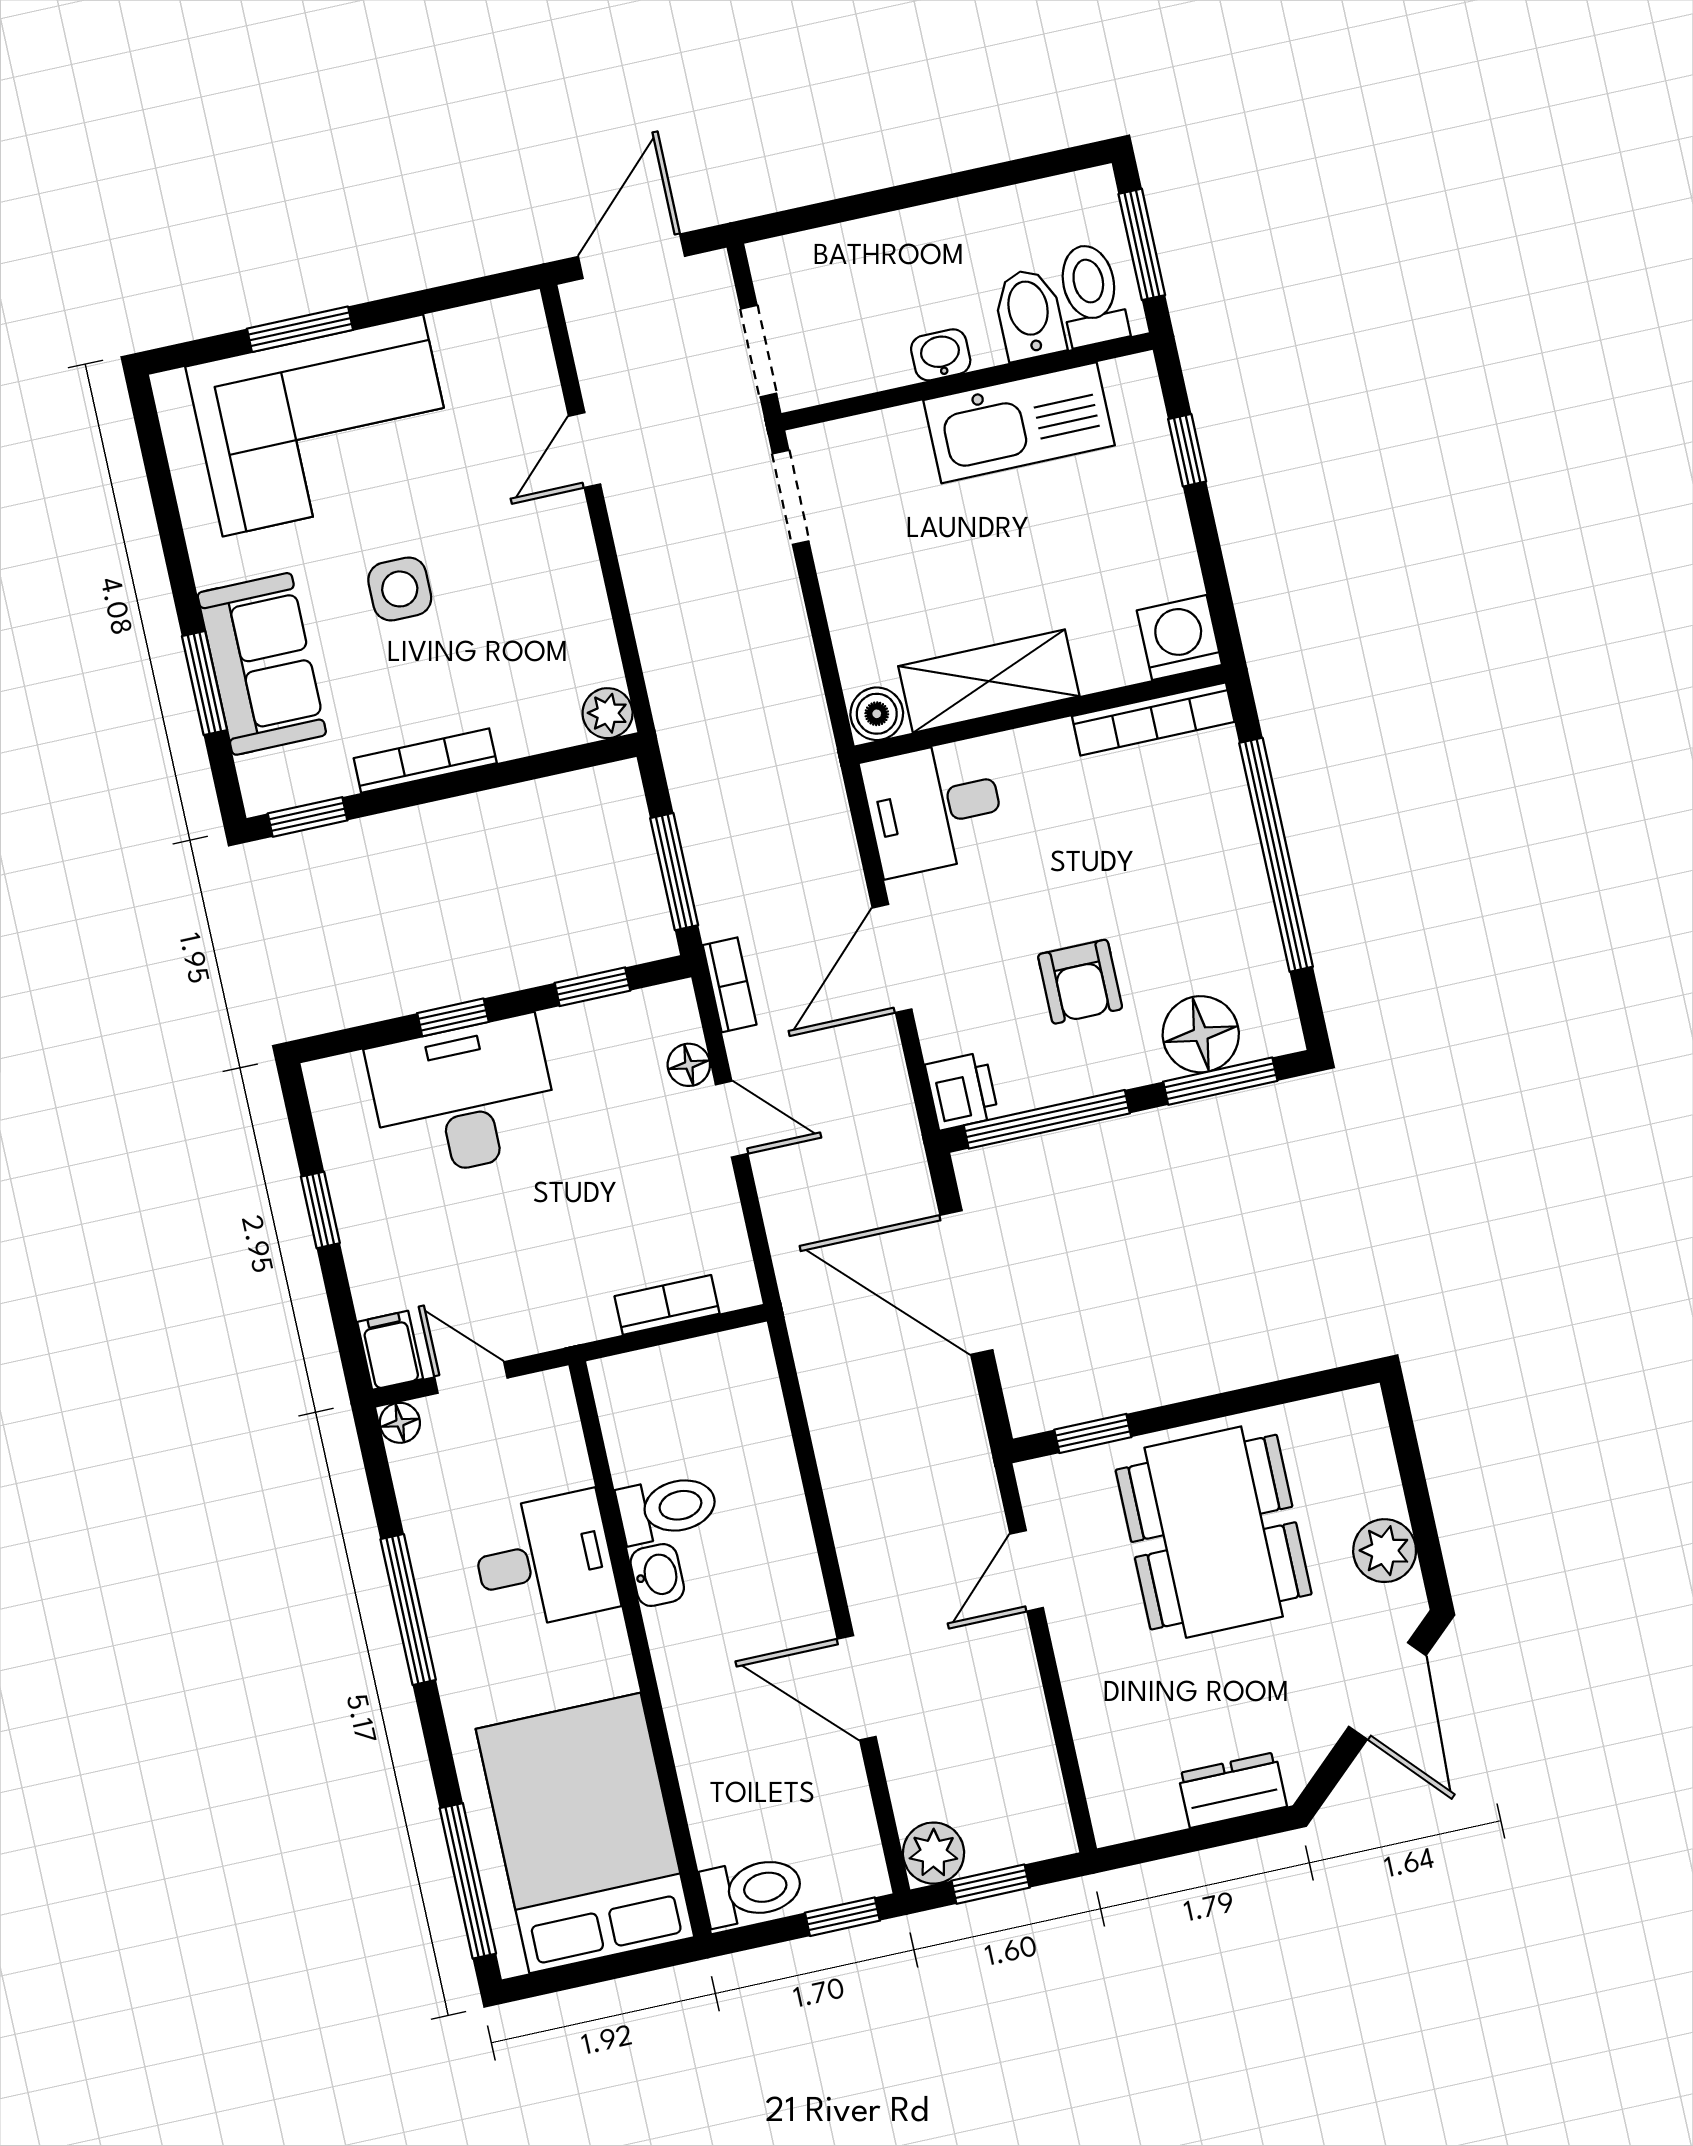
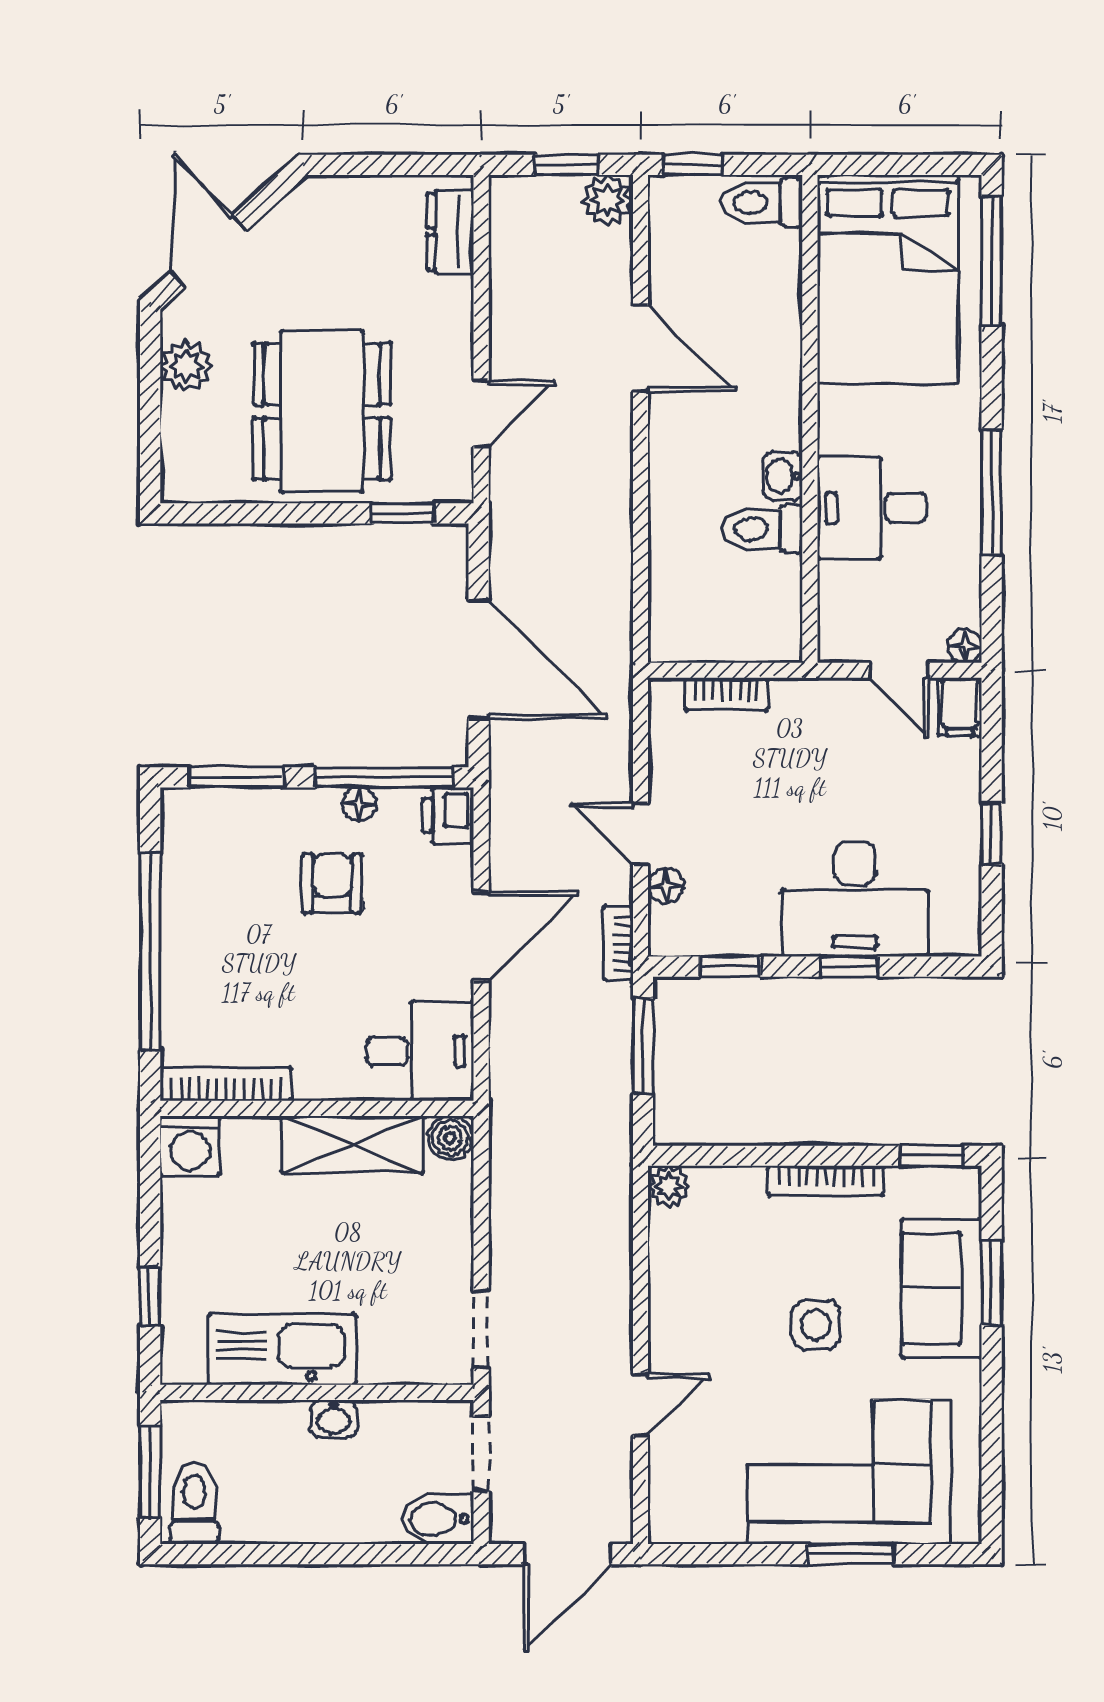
toilet: (1091, 295) -> (194, 1503), moved, turned 180
bidet: (1029, 314) -> (438, 1519), moved, turned 90
floor lamp: (1201, 1034) -> (359, 804), moved, width x0.53, depth x0.53
dresser: (1232, 1790) -> (450, 231), moved, turned 90

